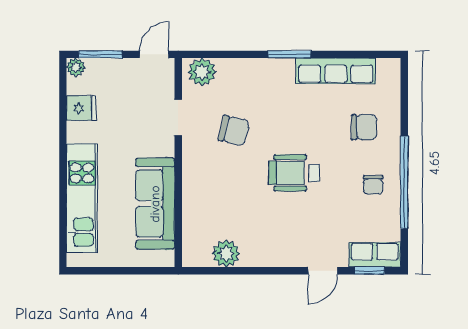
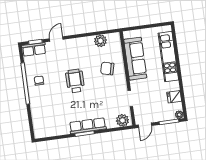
row of seats: (336, 71) -> (88, 126), moved
chair: (364, 127) -> (47, 106), removed
chair: (234, 131) -> (107, 69), moved
wheelchair: (294, 173) -> (75, 81), turned -90

